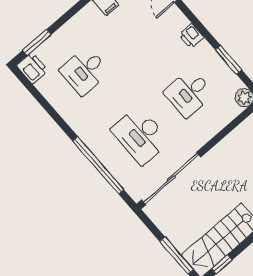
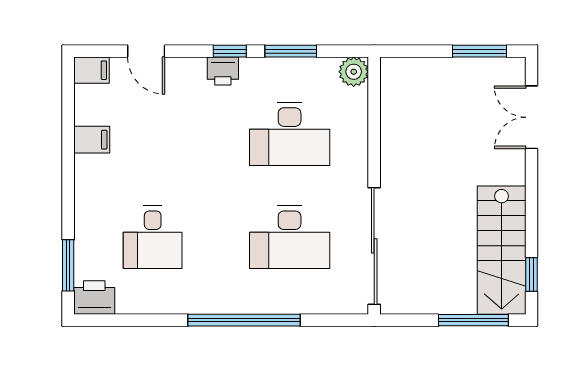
window: (204, 31) -> (230, 51), added
desk: (189, 93) -> (290, 134), width x1.37
window: (98, 165) -> (244, 320), moved

